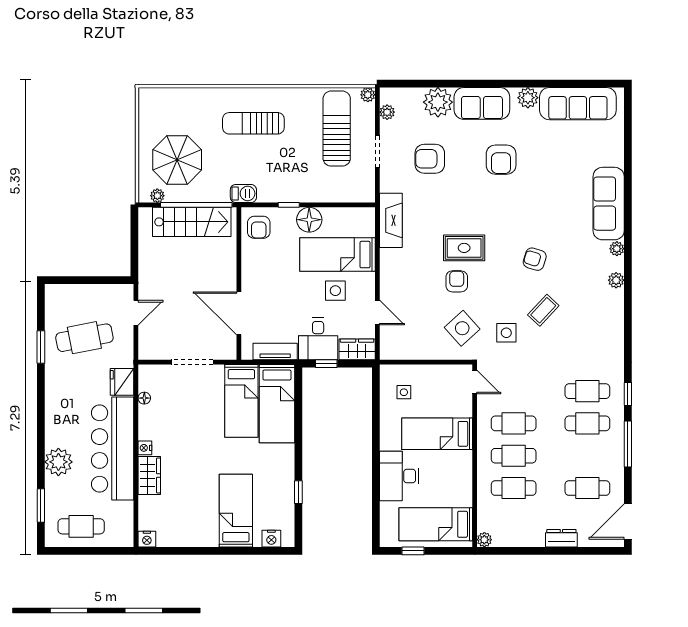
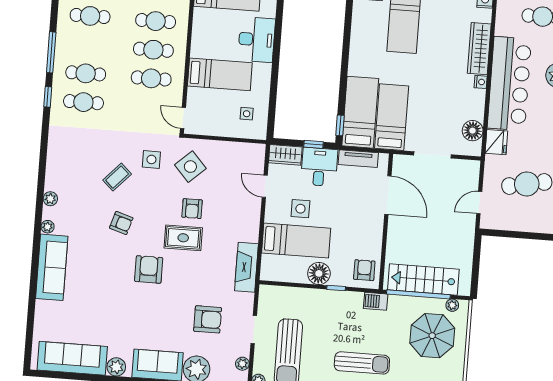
armchair: (501, 160) -> (149, 269), moved
floor lamp: (144, 398) -> (473, 131), width x1.89, depth x1.89
wardrobe: (149, 475) -> (479, 49), width x1.50
window: (298, 492) -> (340, 125), moved

